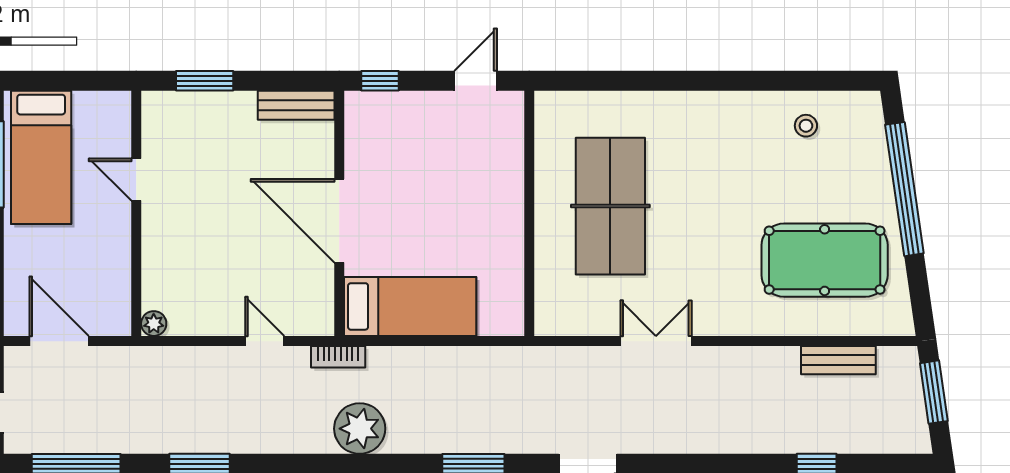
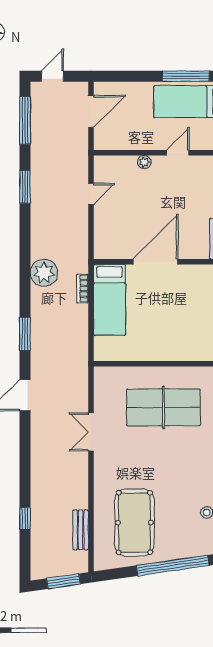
plant: (154, 324) -> (144, 162), moved
door: (265, 341) -> (91, 194), moved
double door: (656, 341) -> (91, 432), swing flipped
bookcase: (338, 357) -> (83, 289), moved

